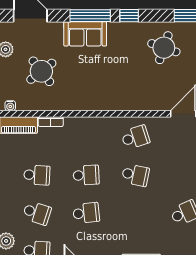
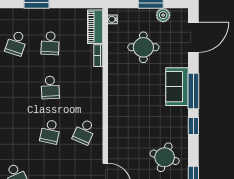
round table: (41, 71) -> (143, 47), turned 38
school desk: (135, 137) -> (84, 132), turned 42
school desk: (86, 213) -> (16, 87), removed

